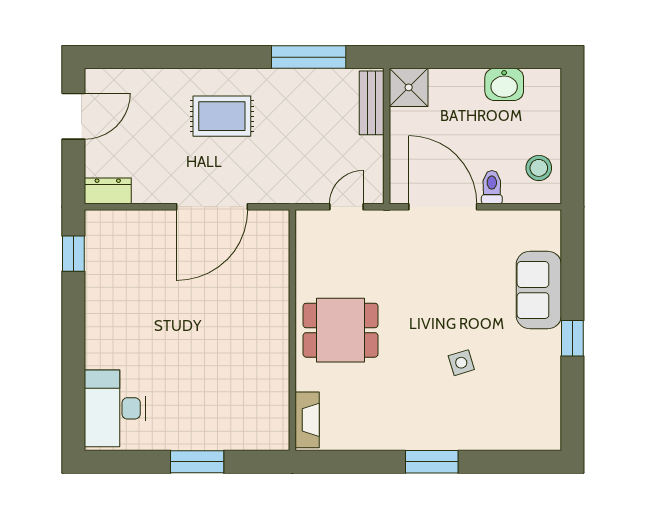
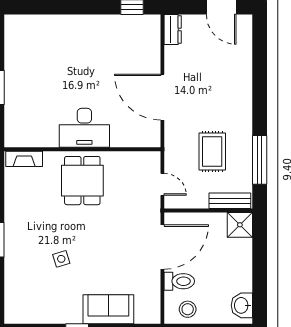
washbasin: (504, 84) -> (242, 305), moved
rug: (222, 116) -> (212, 152), moved
toilet: (492, 187) -> (179, 281), width x1.37, depth x1.39
desk: (115, 408) -> (84, 128), moved, turned 180

